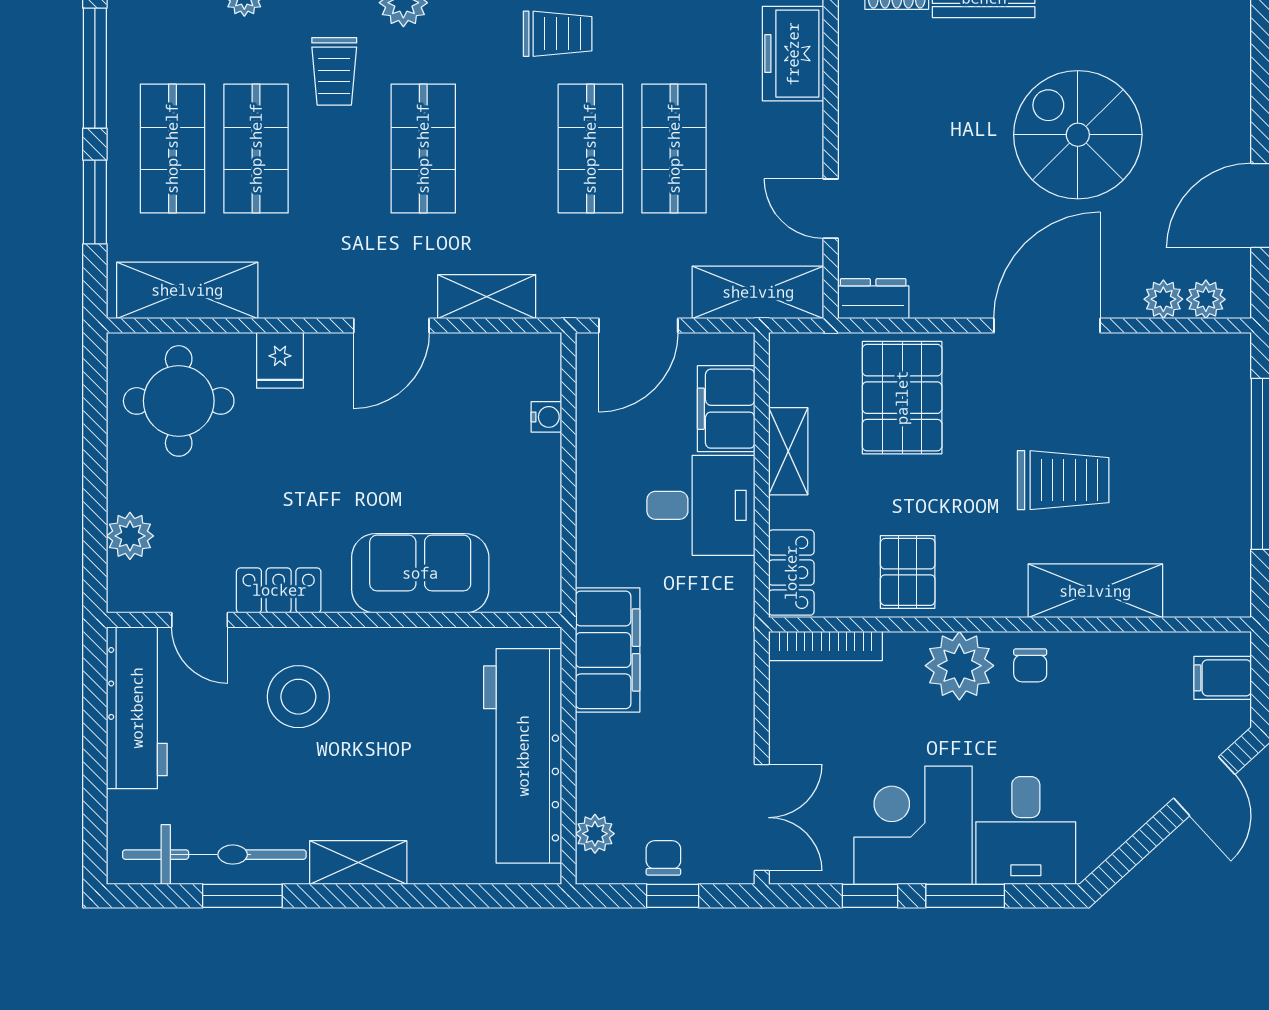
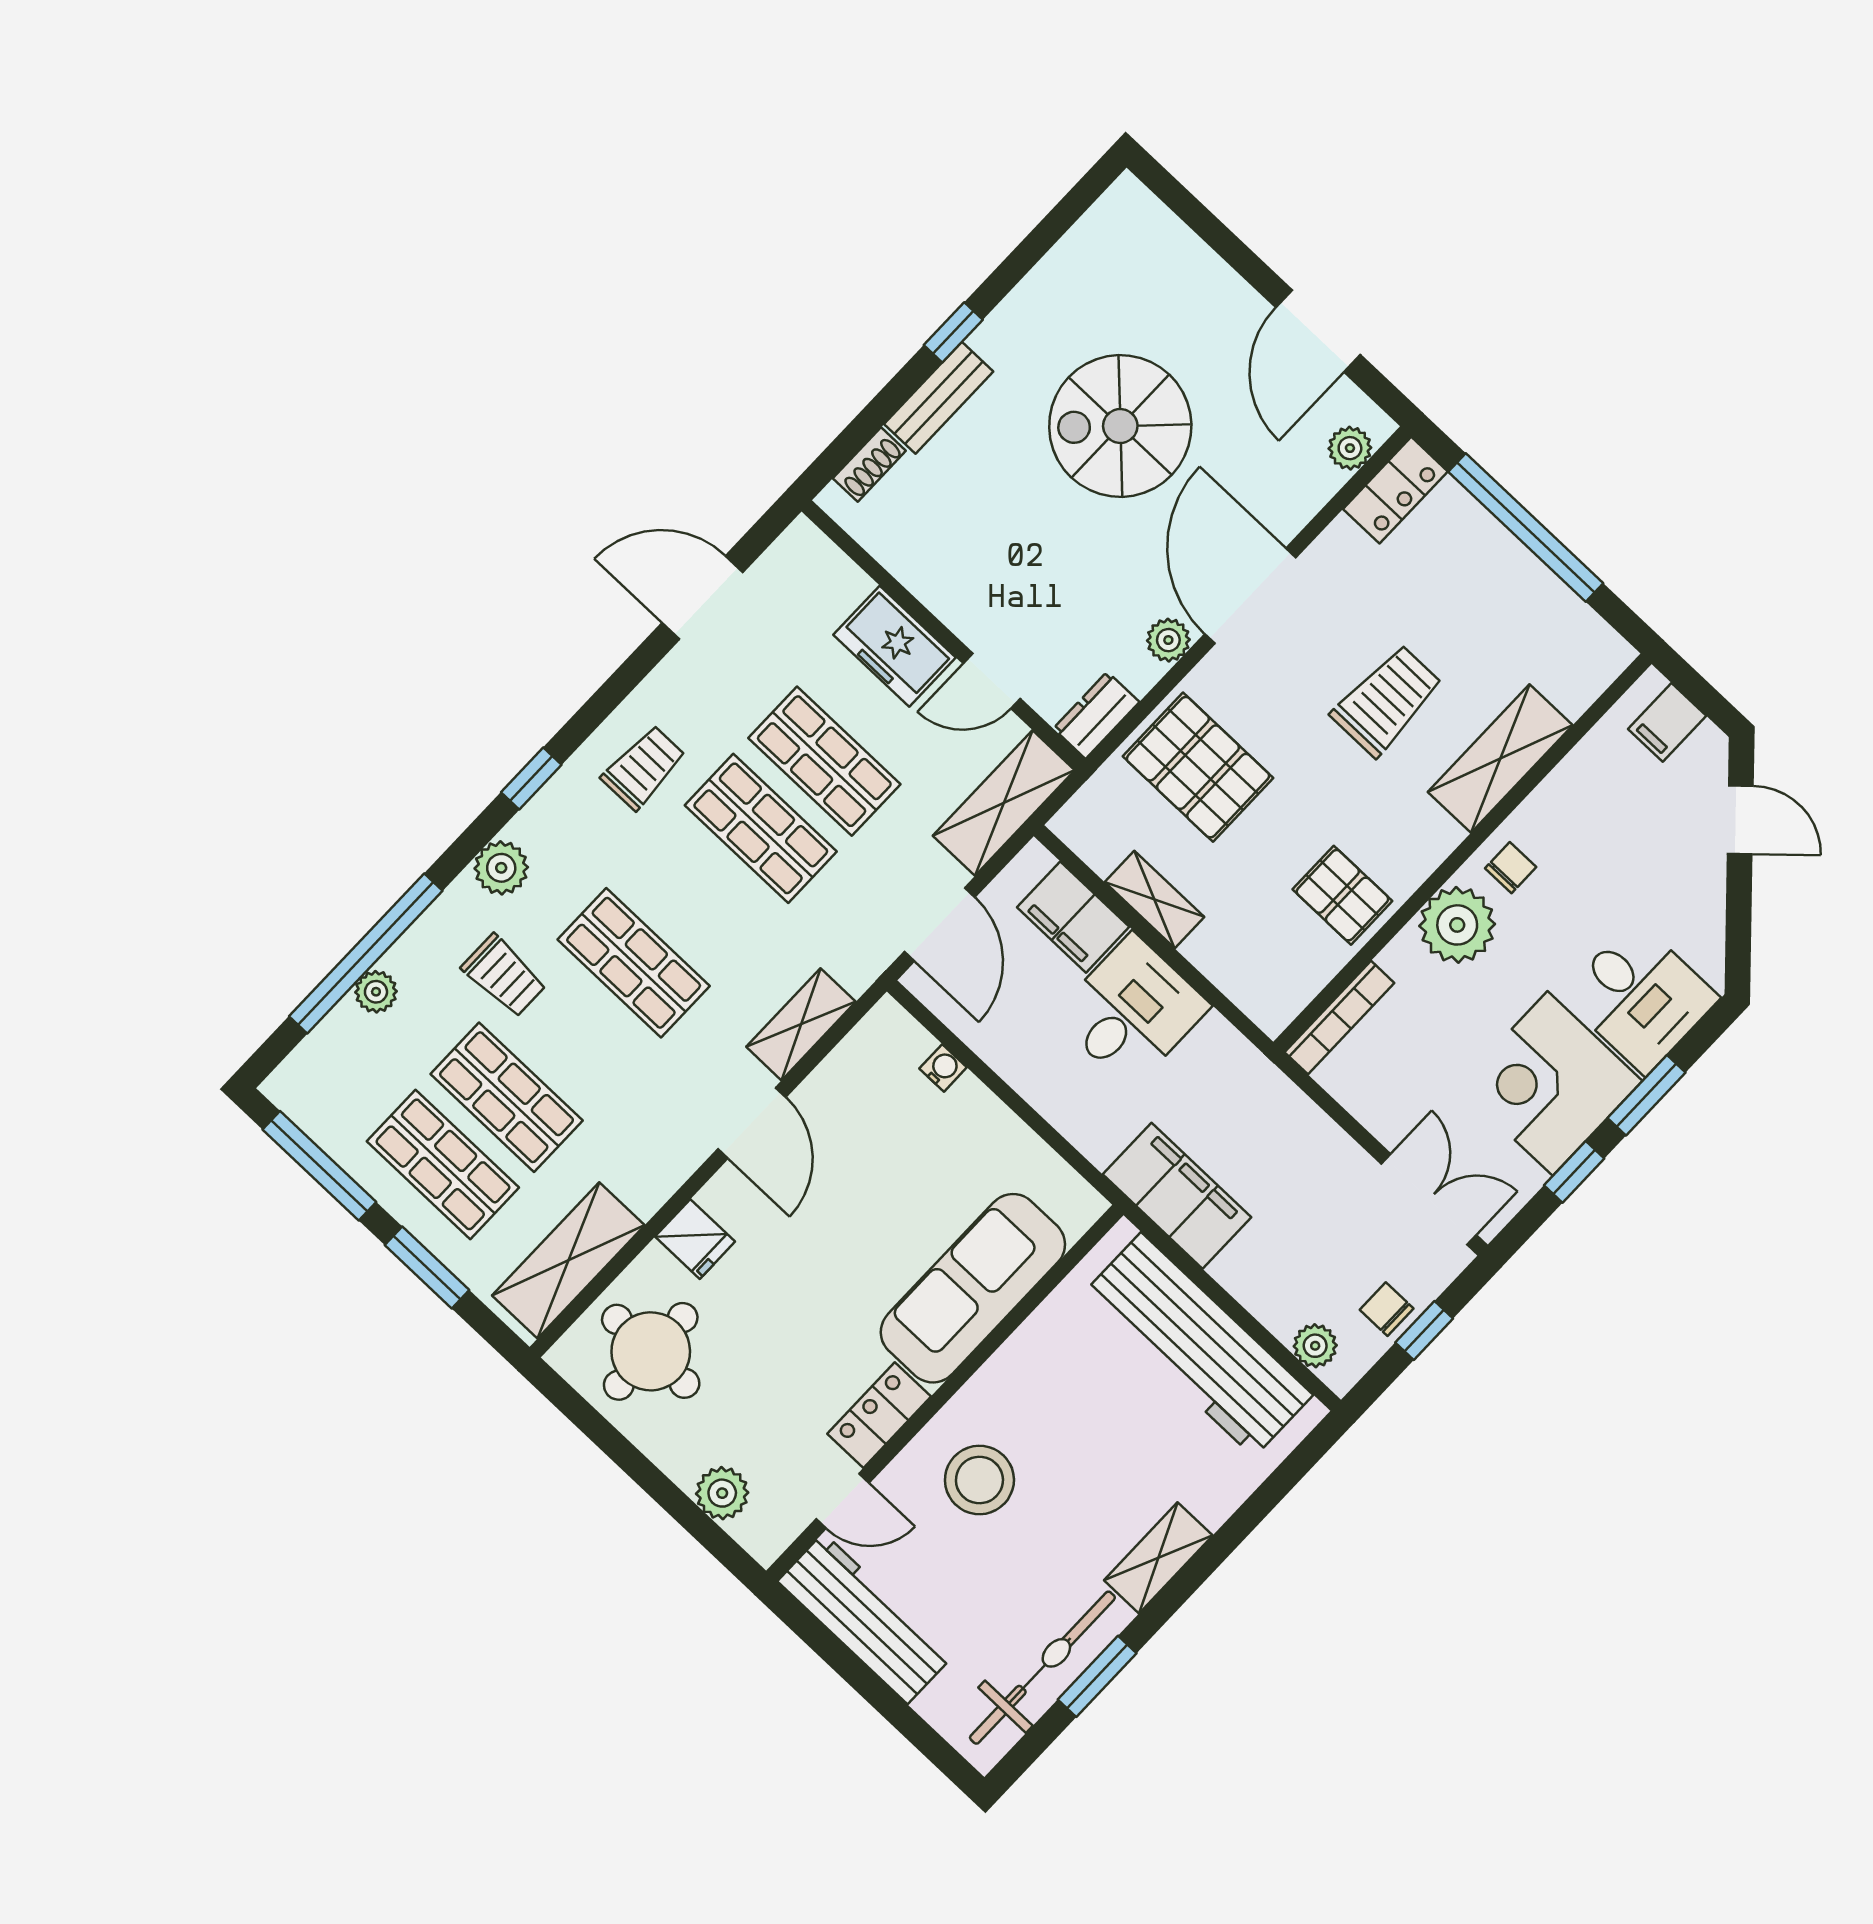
freezer: (793, 54) -> (894, 646), moved
plant: (1163, 299) -> (1168, 640), moved
sofa: (420, 573) -> (973, 1288), width x1.36
locker: (791, 573) -> (1395, 490), moved, turned 90
chair: (1030, 665) -> (1511, 868), turned -90

